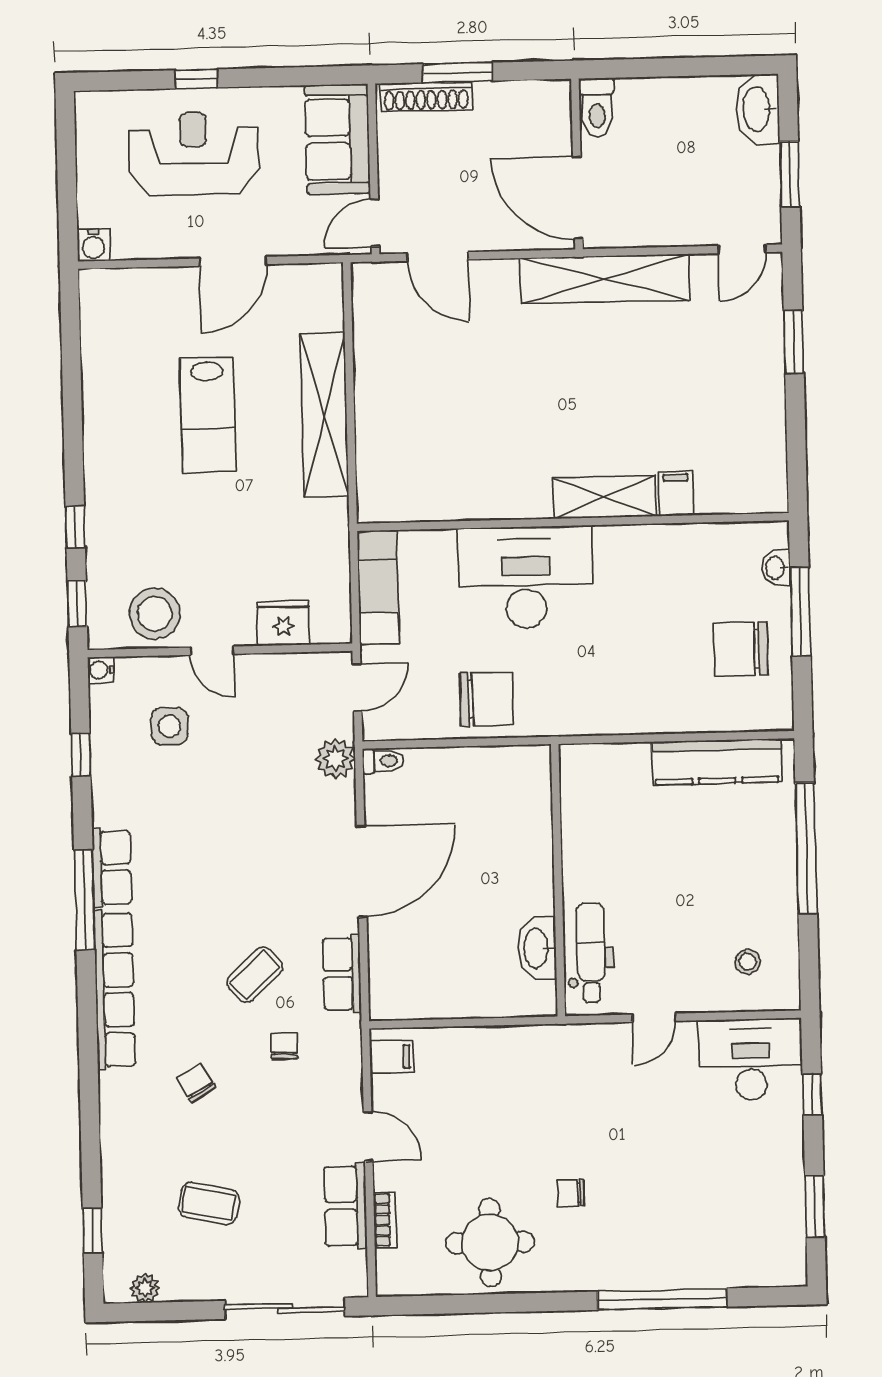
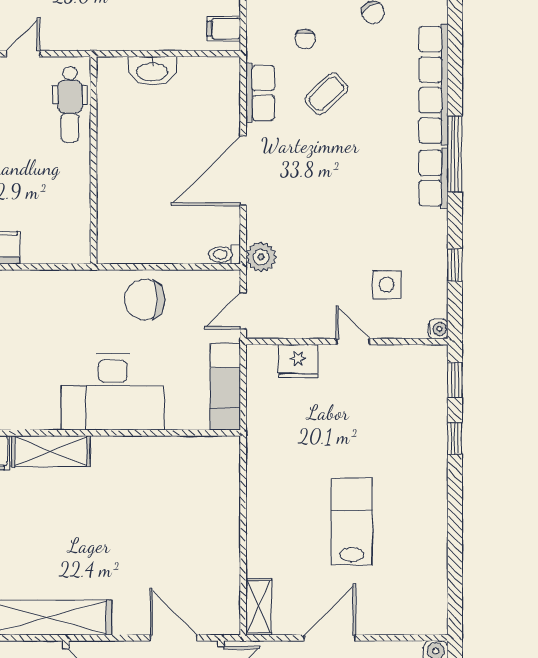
shelving: (324, 415) -> (259, 607), moved, width x0.45, depth x0.75
stool: (155, 614) -> (396, 371), removed
washbasin: (537, 948) -> (152, 71), moved, turned 90

